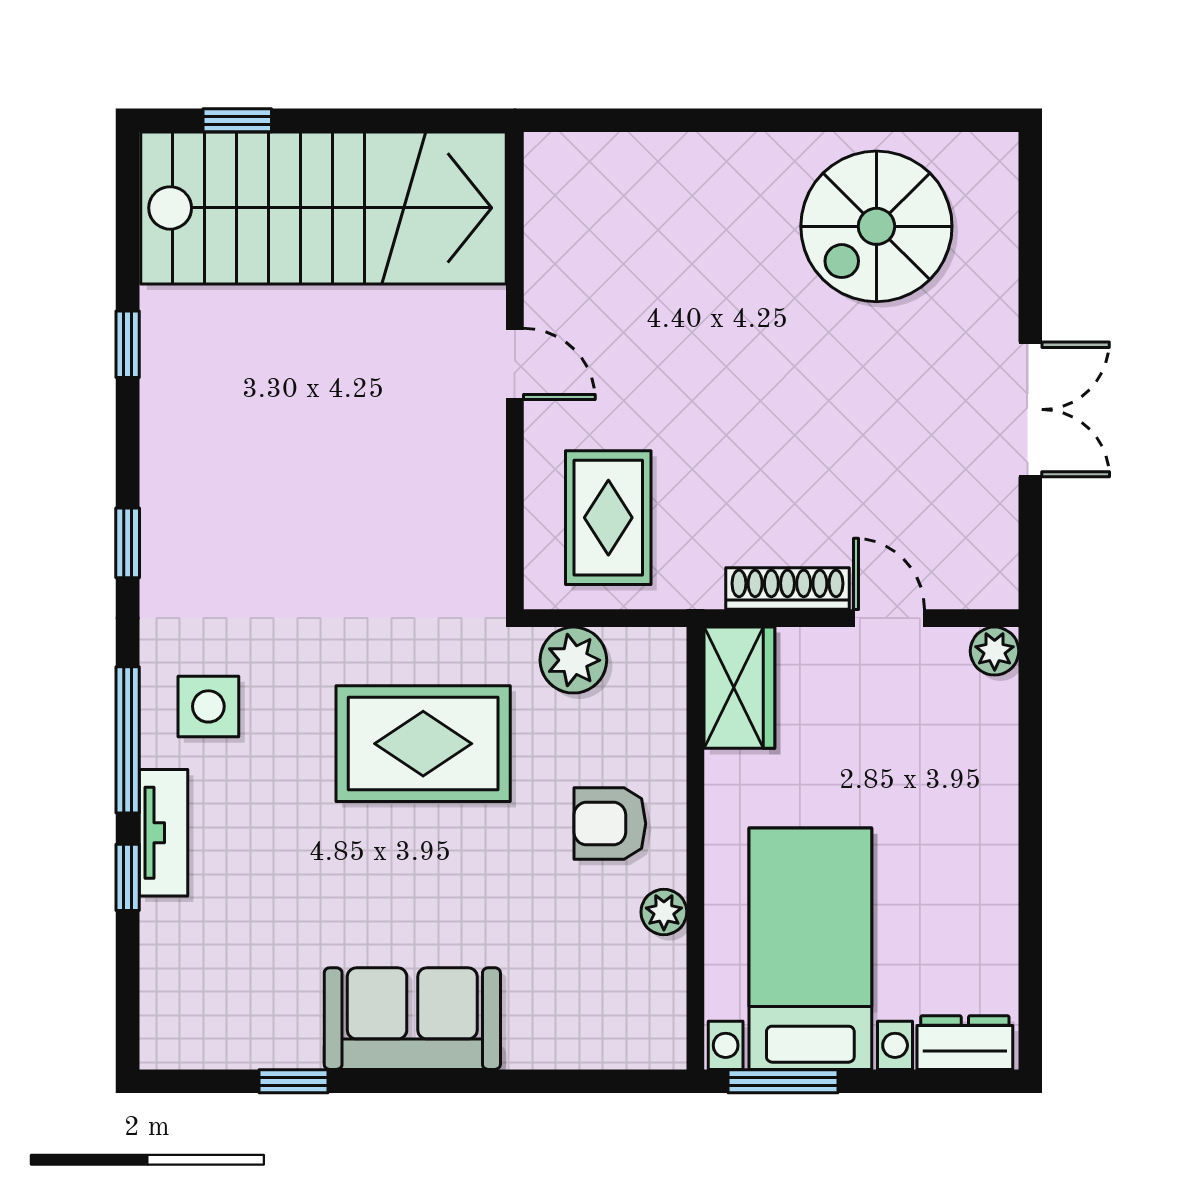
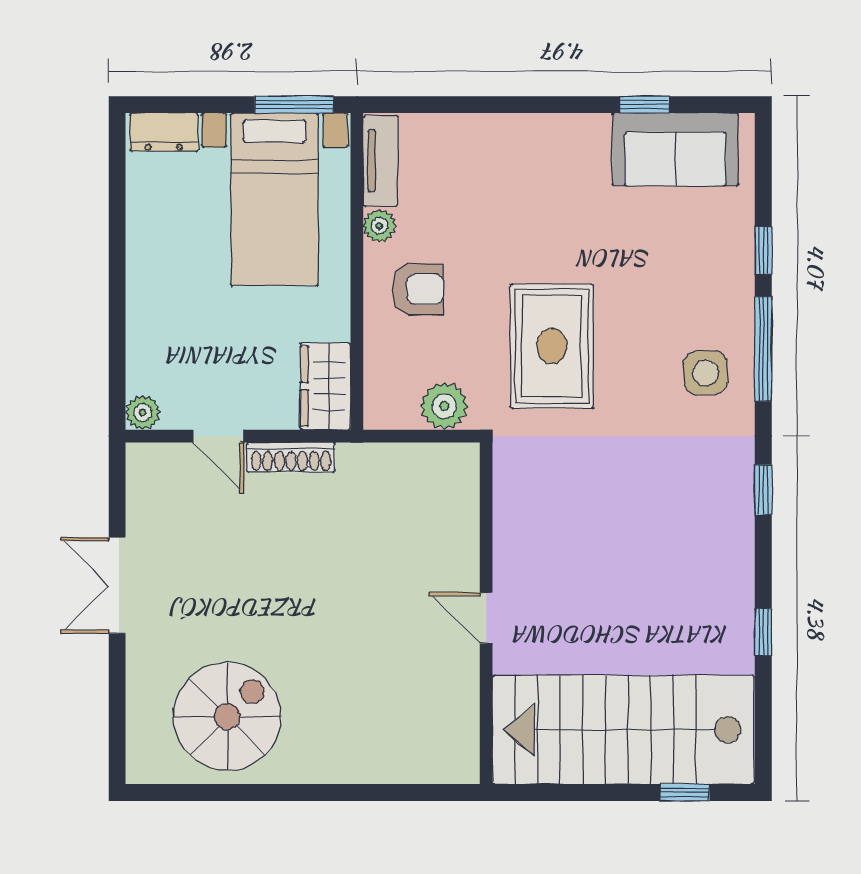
rug: (608, 518) -> (419, 508), removed
rug: (423, 744) -> (552, 346), turned 90
tv unit: (163, 833) -> (380, 161), moved, turned 180
sofa: (412, 1019) -> (675, 149), moved

